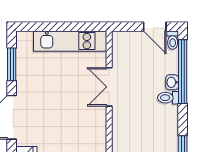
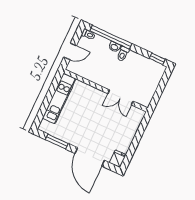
door: (155, 27) -> (70, 51), moved
double door: (109, 87) -> (120, 97), moved

